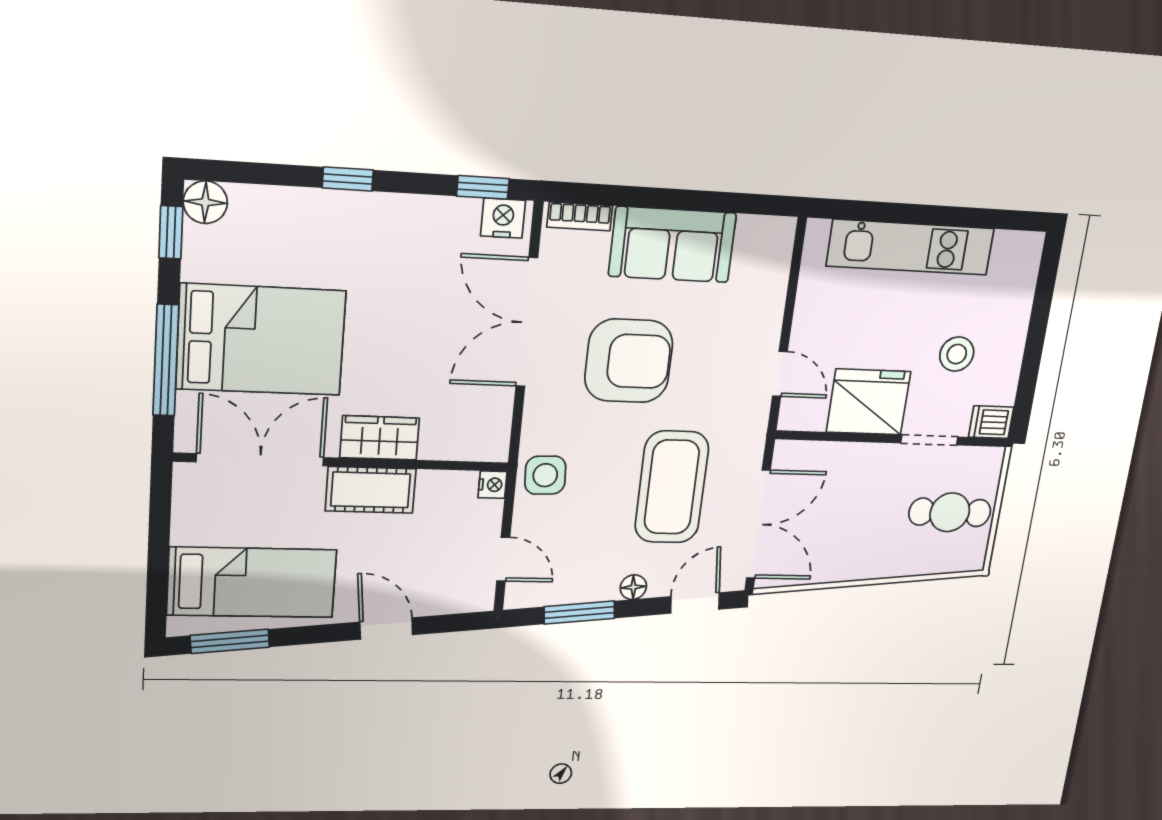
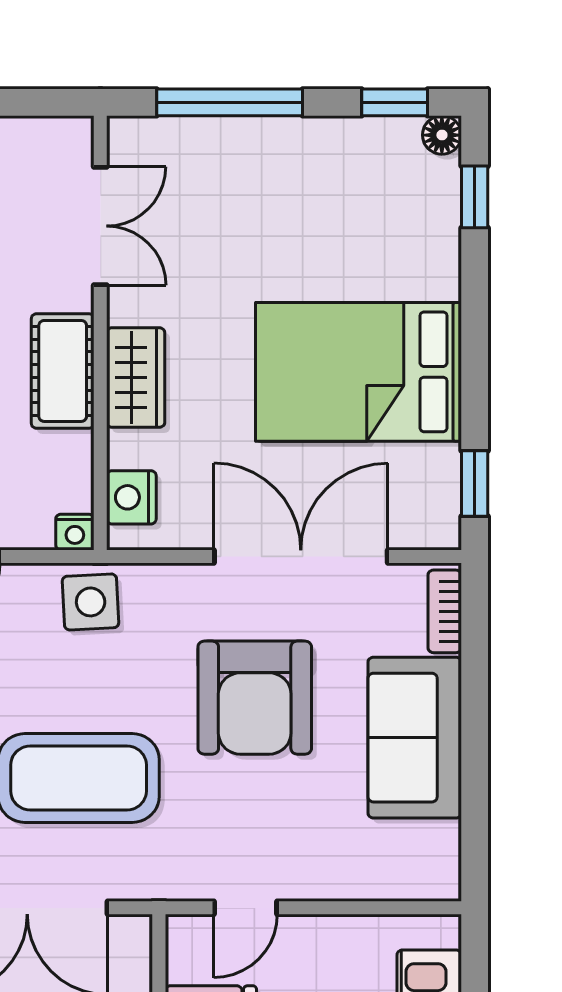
window: (348, 179) -> (475, 197), moved
floor lamp: (205, 202) -> (442, 135), width x0.73, depth x0.73
nightstand: (503, 218) -> (131, 497), moved, turned 180
bed: (261, 340) -> (358, 372), moved, turned 90
double door: (260, 460) -> (100, 226), width x0.73

